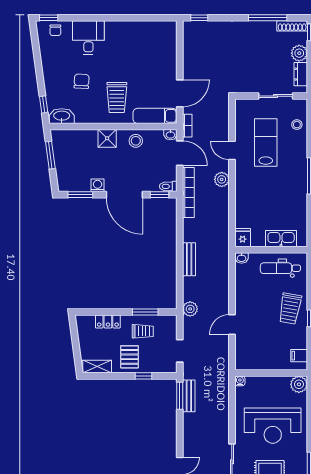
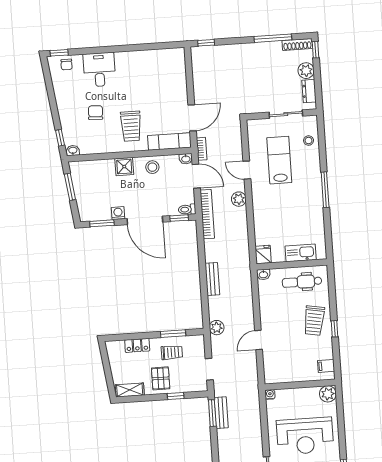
washbasin: (62, 116) -> (73, 151), width x0.52, depth x0.69

